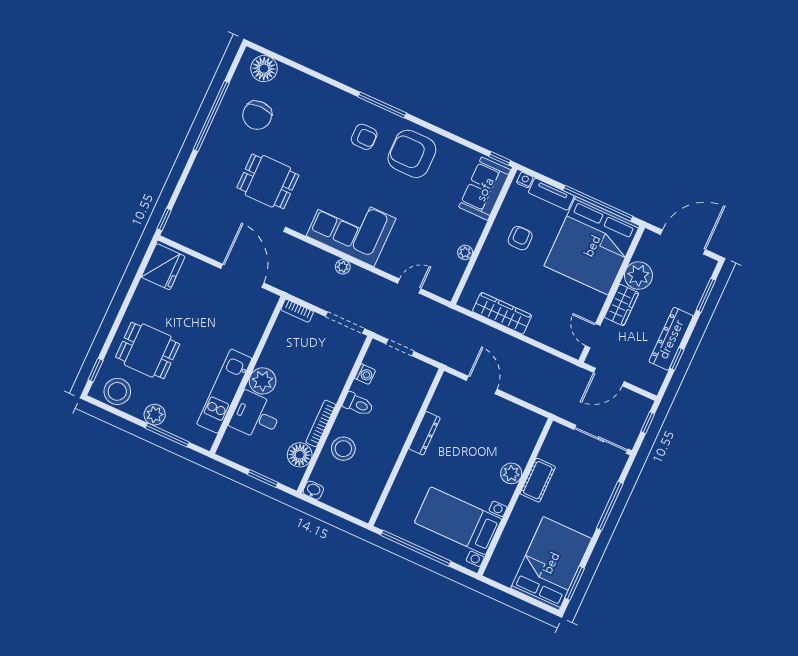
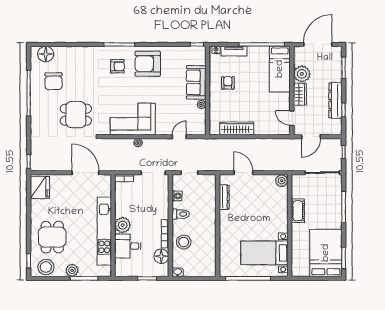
sofa: (485, 189) -> (196, 82), moved
bed: (592, 246) -> (280, 69), width x0.49
dining table: (148, 350) -> (52, 237), turned 90
kitchen unit: (224, 391) -> (104, 231), width x1.36
dresser: (425, 433) -> (224, 197), moved
plant: (511, 473) -> (282, 181), moved

